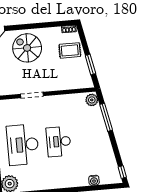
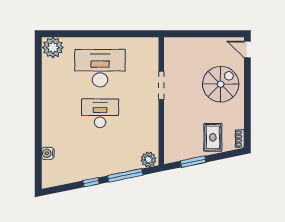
window: (122, 172) -> (91, 182), moved

